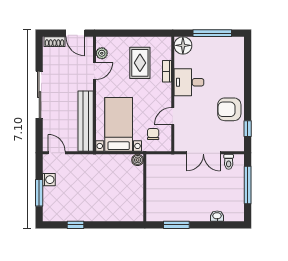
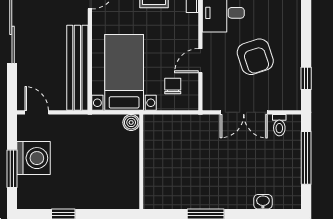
armchair: (229, 109) -> (255, 57), moved, turned -108
boiler: (138, 160) -> (131, 122), moved
washing machine: (49, 180) -> (34, 158), width x1.89, depth x1.89
wall: (145, 188) -> (141, 162), moved

